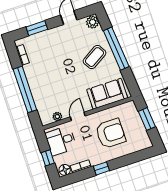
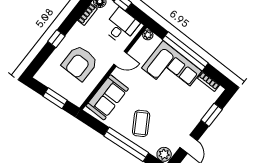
corner sofa: (44, 83) -> (172, 70), added
door: (78, 116) -> (120, 59), hinge flipped
plant: (57, 117) -> (148, 35), moved
window: (101, 168) -> (56, 39), moved

